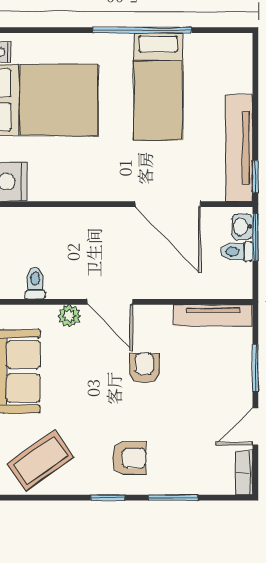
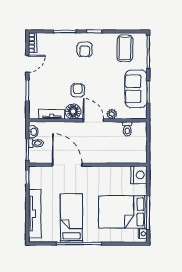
tv unit: (239, 148) -> (35, 214), moved
washbasin: (242, 227) -> (33, 132), moved
tv unit: (213, 315) -> (52, 114), width x0.71
floor lamp: (155, 321) -> (73, 111), added
armchair: (144, 368) -> (78, 90), turned 180
armchair: (129, 458) -> (85, 49), turned -90
coffee table: (40, 461) -> (125, 48), turned -54

